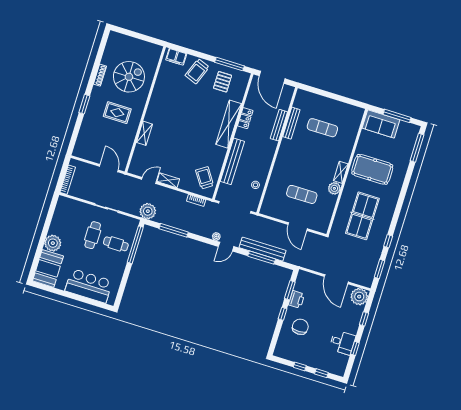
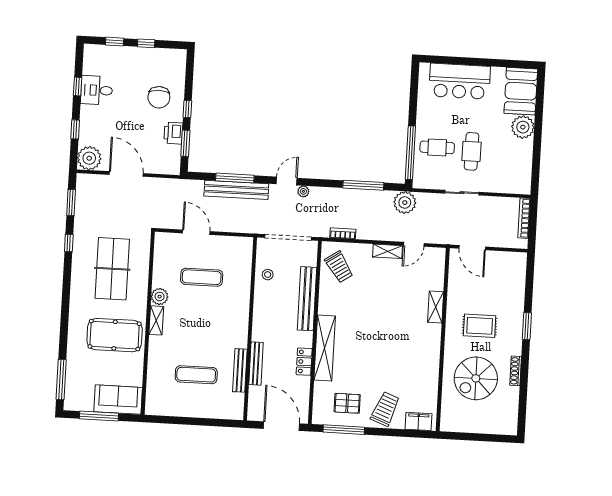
pallet: (223, 82) -> (347, 403), turned 90

